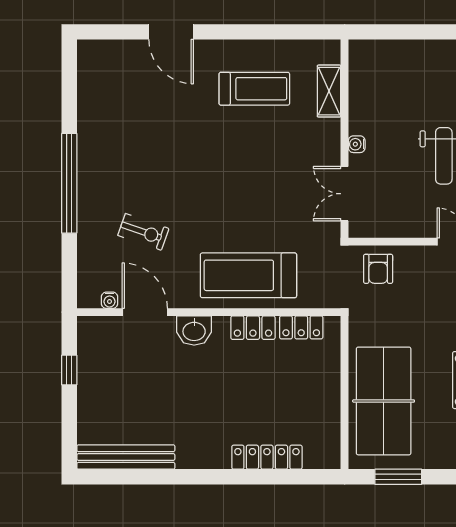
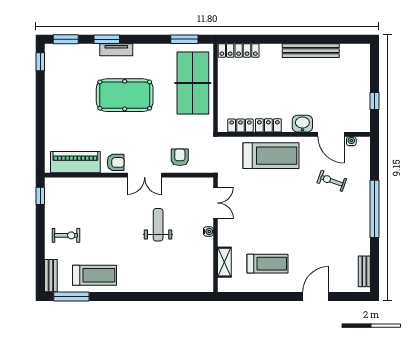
door: (171, 32) -> (316, 296), hinge flipped
bench: (87, 75) -> (364, 271), added
treadmill: (254, 89) -> (268, 264), turned 180
armchair: (378, 269) -> (180, 157), moved
bench: (126, 457) -> (311, 51), moved
locker: (267, 457) -> (239, 50), moved

